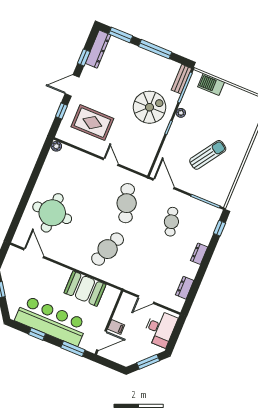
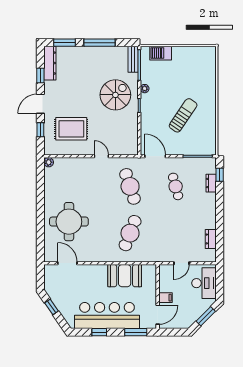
dresser: (199, 254) -> (211, 183), moved

